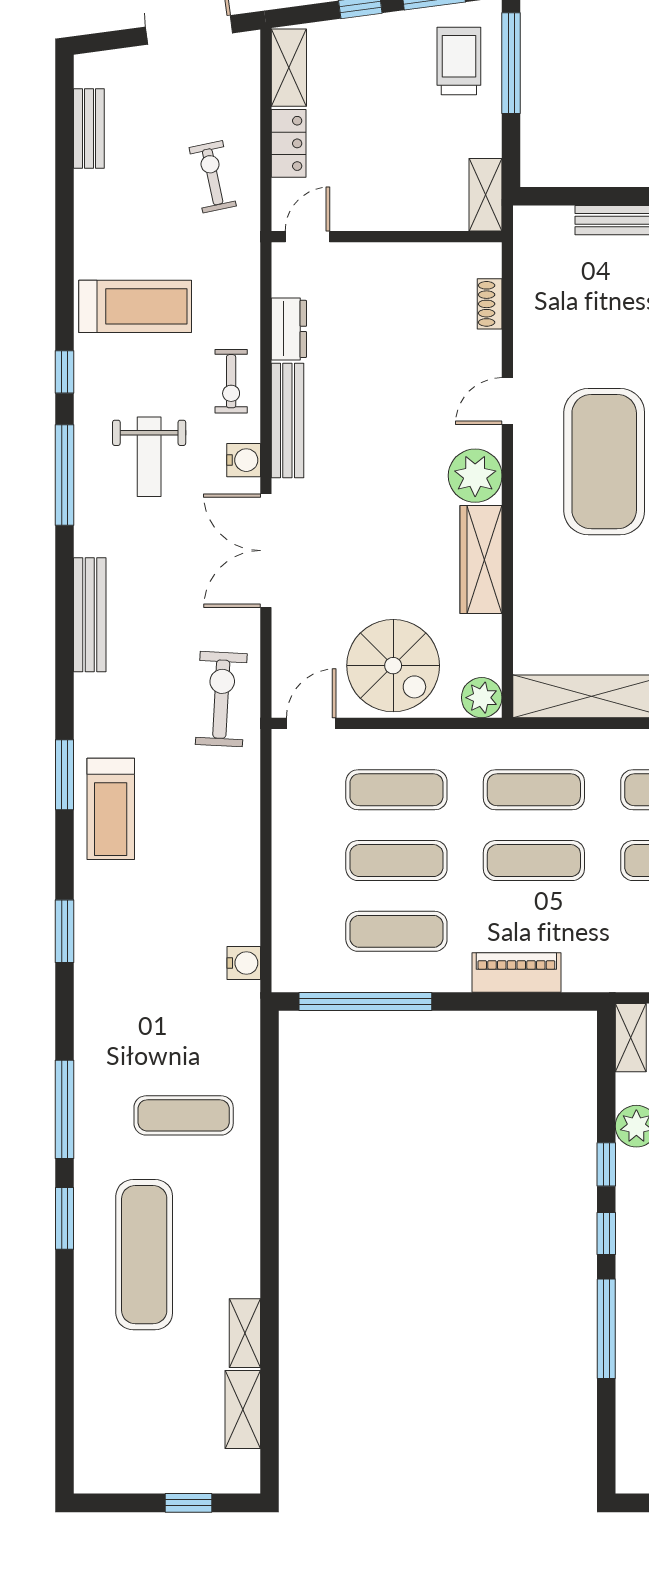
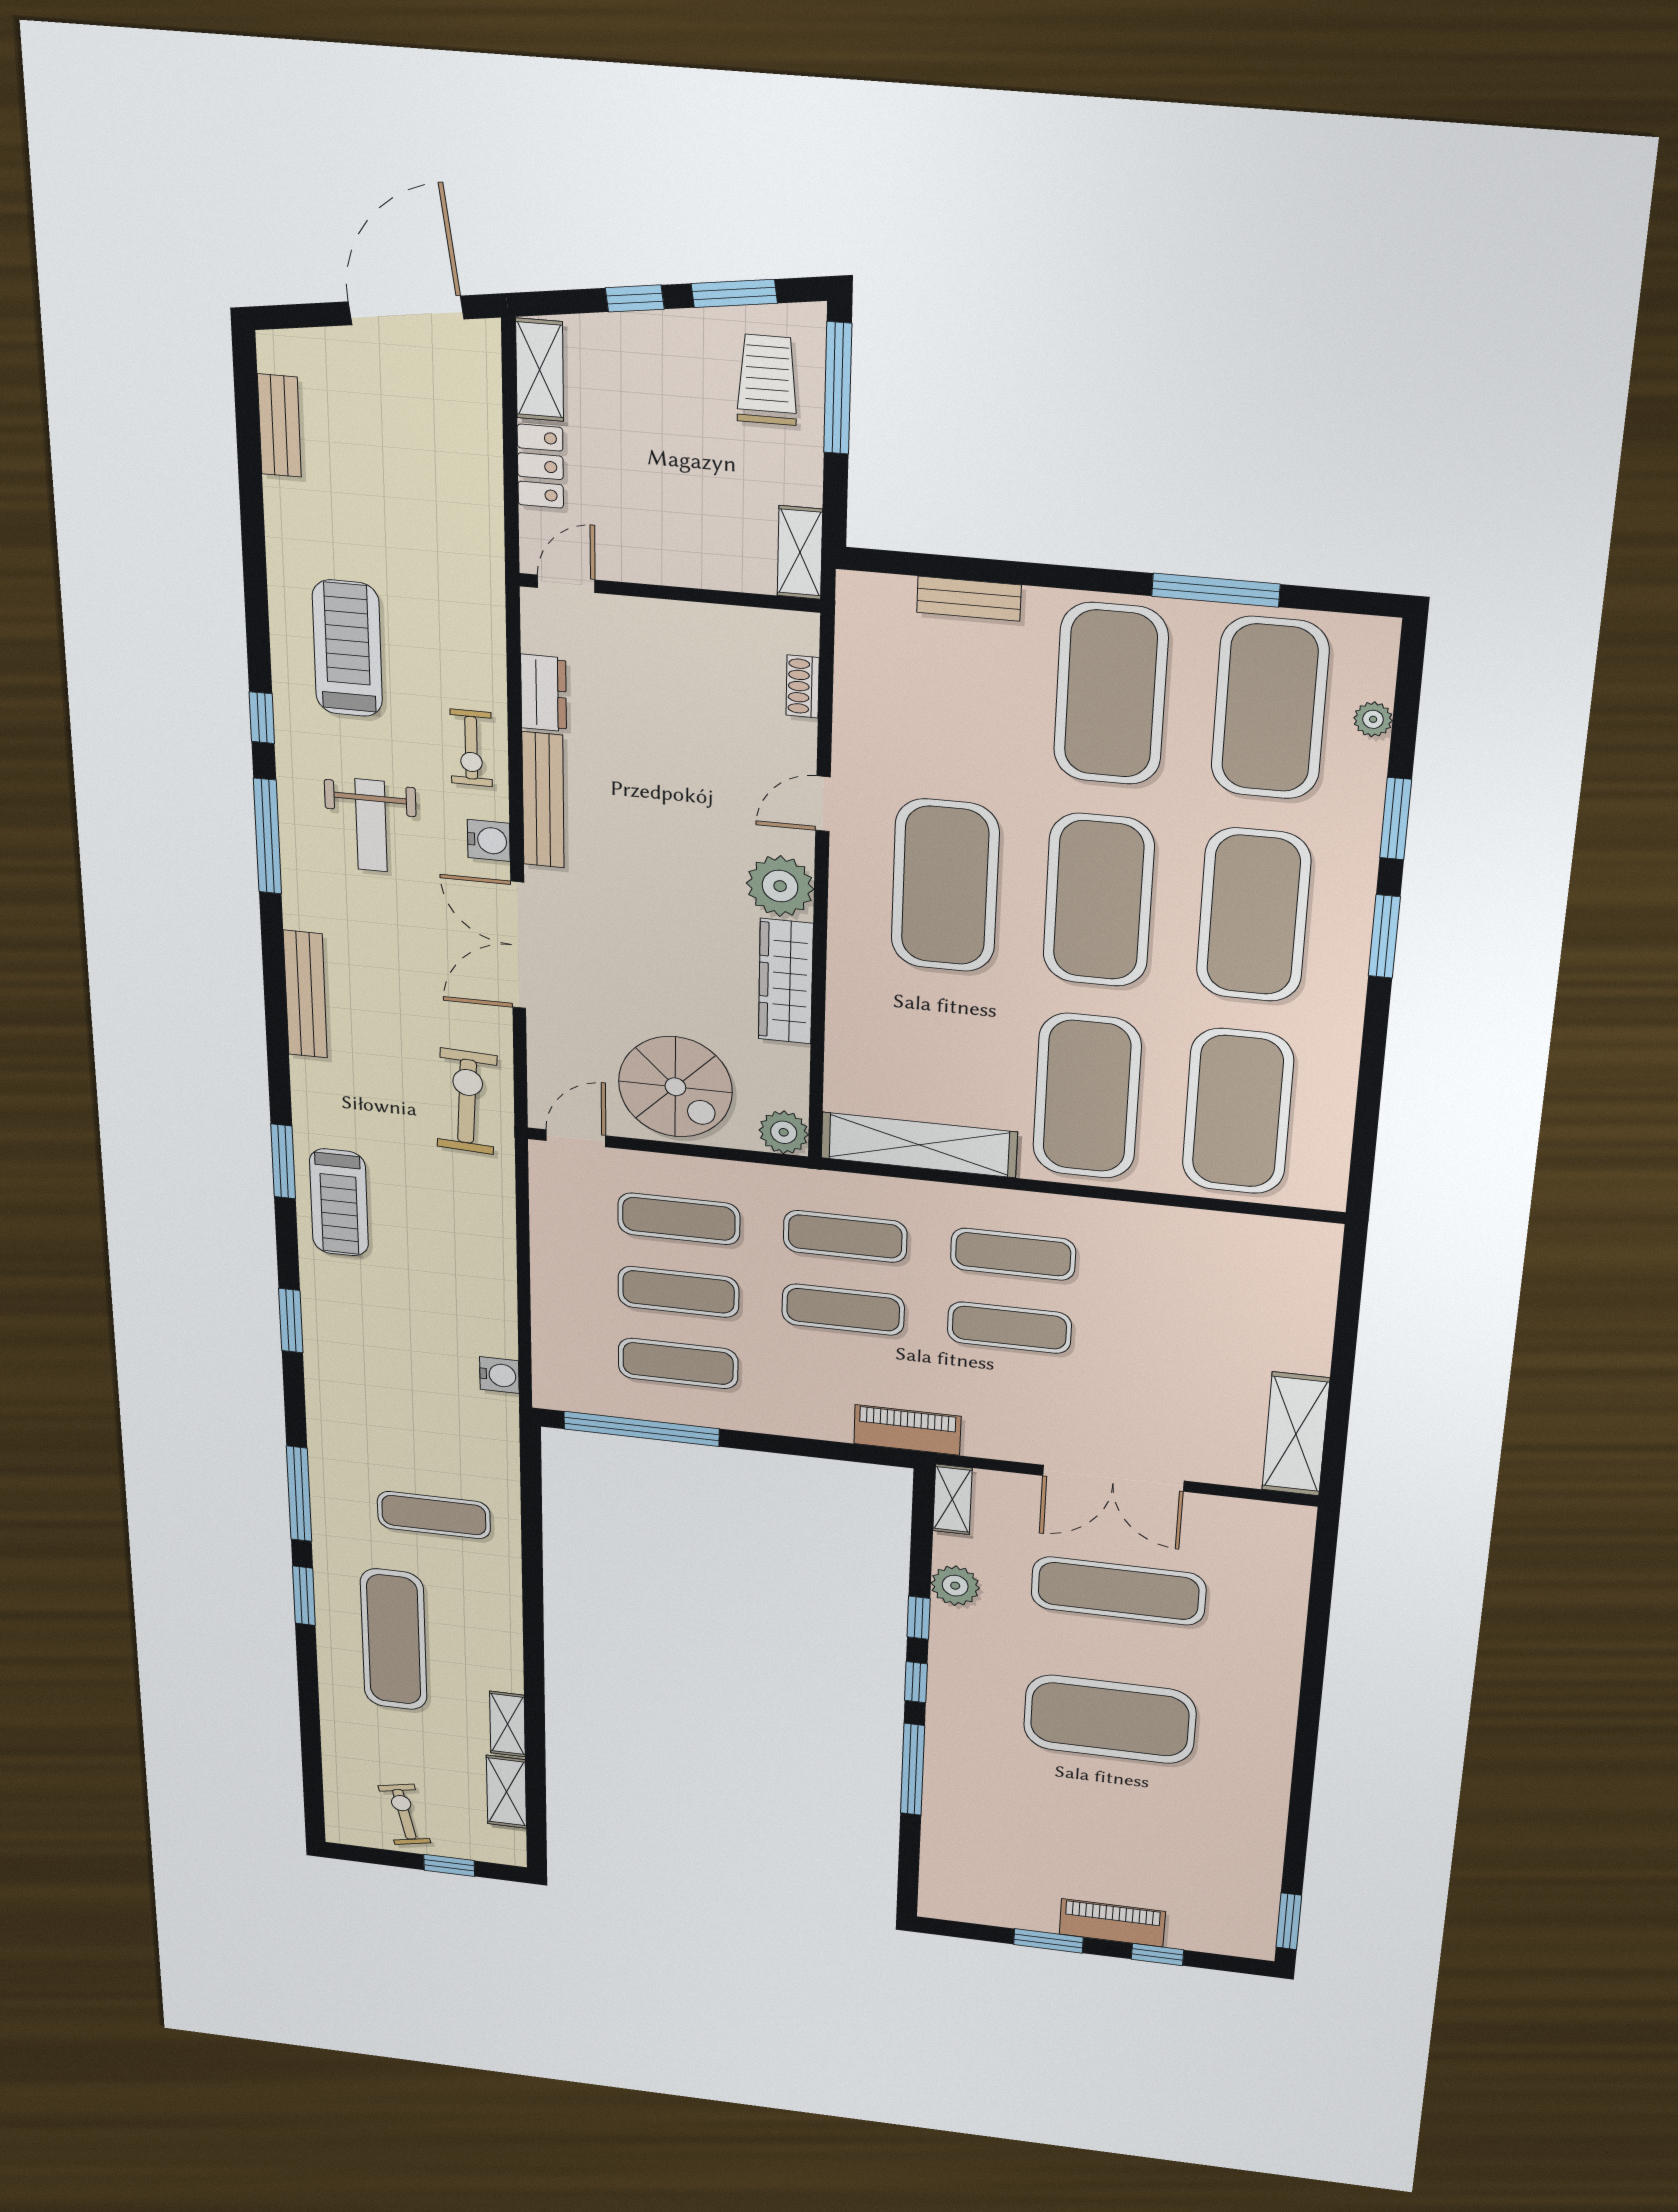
exercise bike: (213, 177) -> (404, 1814), moved
treadmill: (135, 306) -> (347, 648), turned -90
piano: (516, 972) -> (907, 1430), moved

